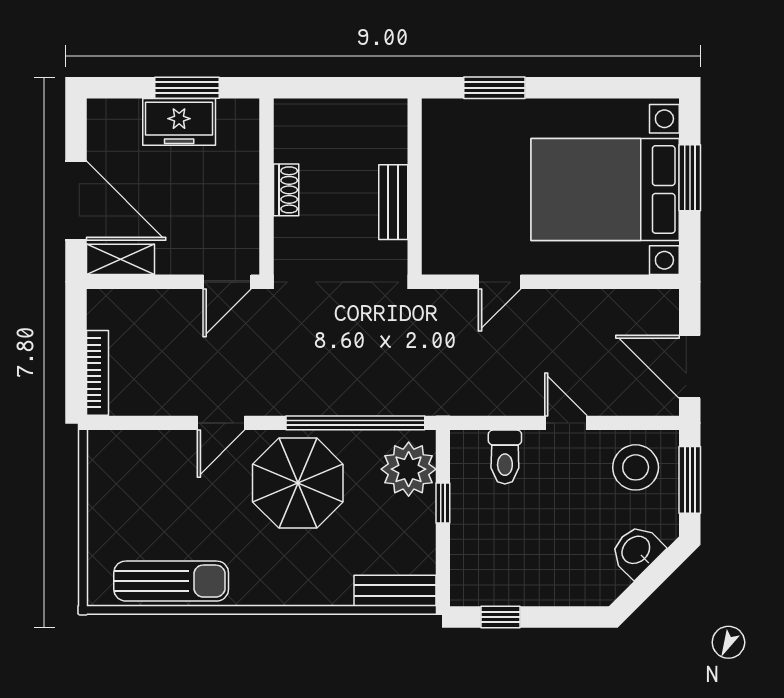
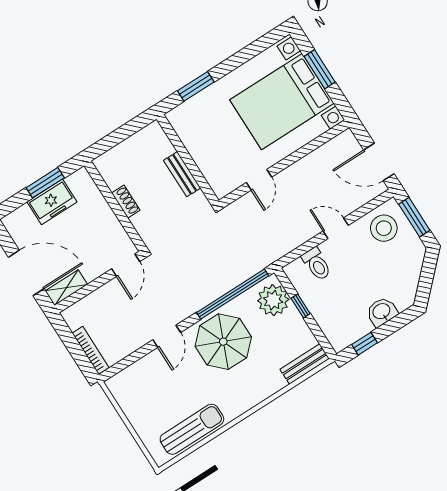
washbasin: (637, 551) -> (382, 312), moved, turned 45

